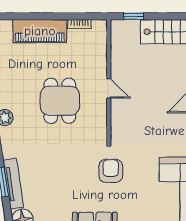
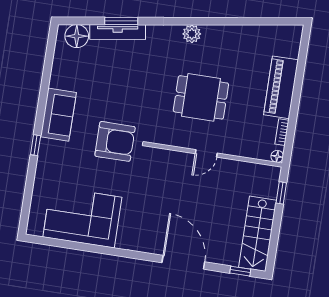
floor lamp: (102, 25) -> (277, 156), added
armchair: (111, 171) -> (115, 141), width x1.36, depth x1.36

